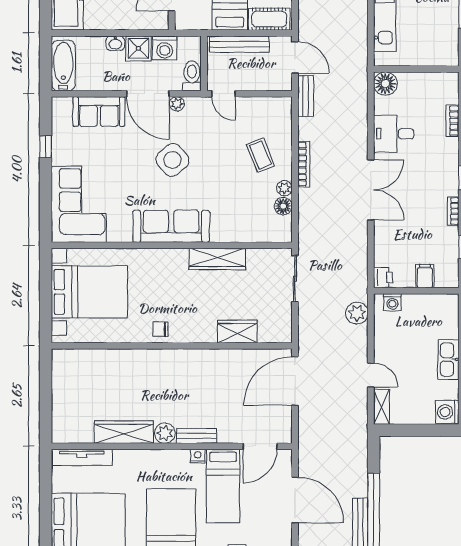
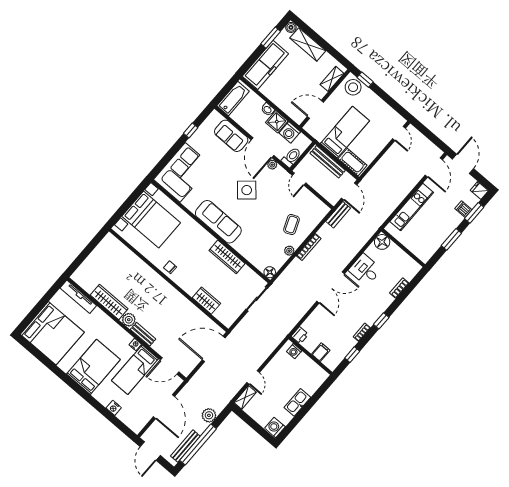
floor lamp: (283, 206) -> (270, 272), moved
plant: (357, 313) -> (209, 415), moved

